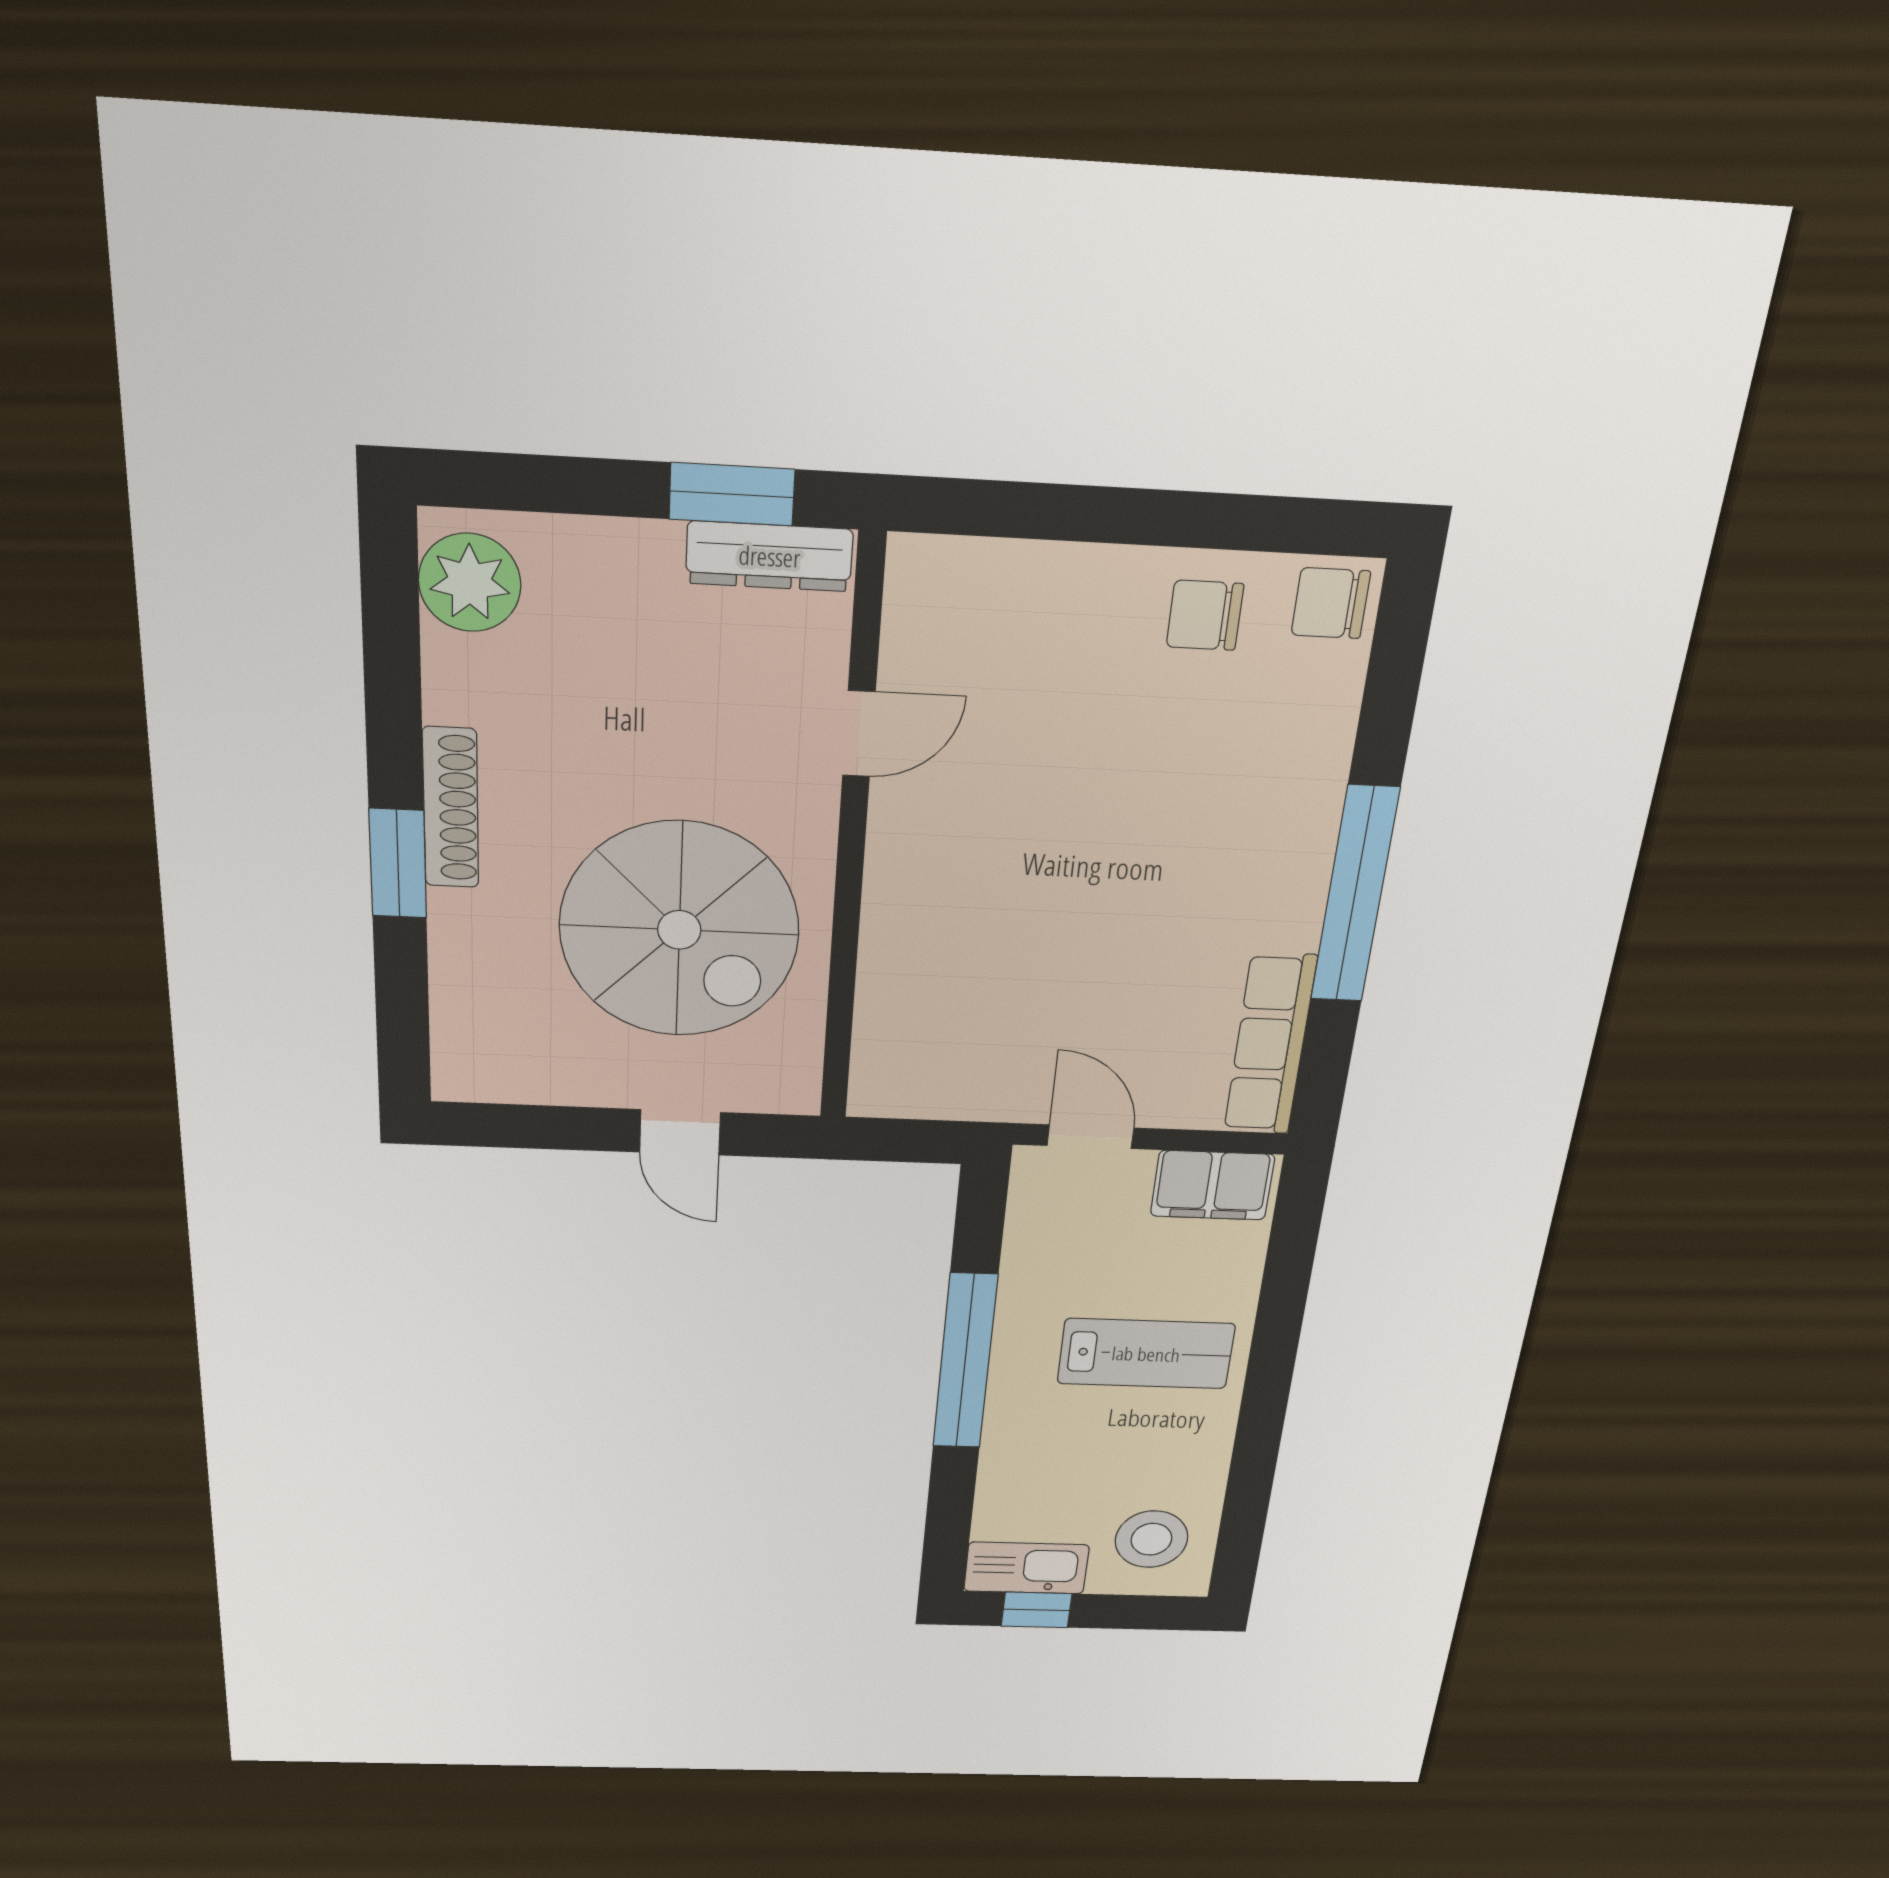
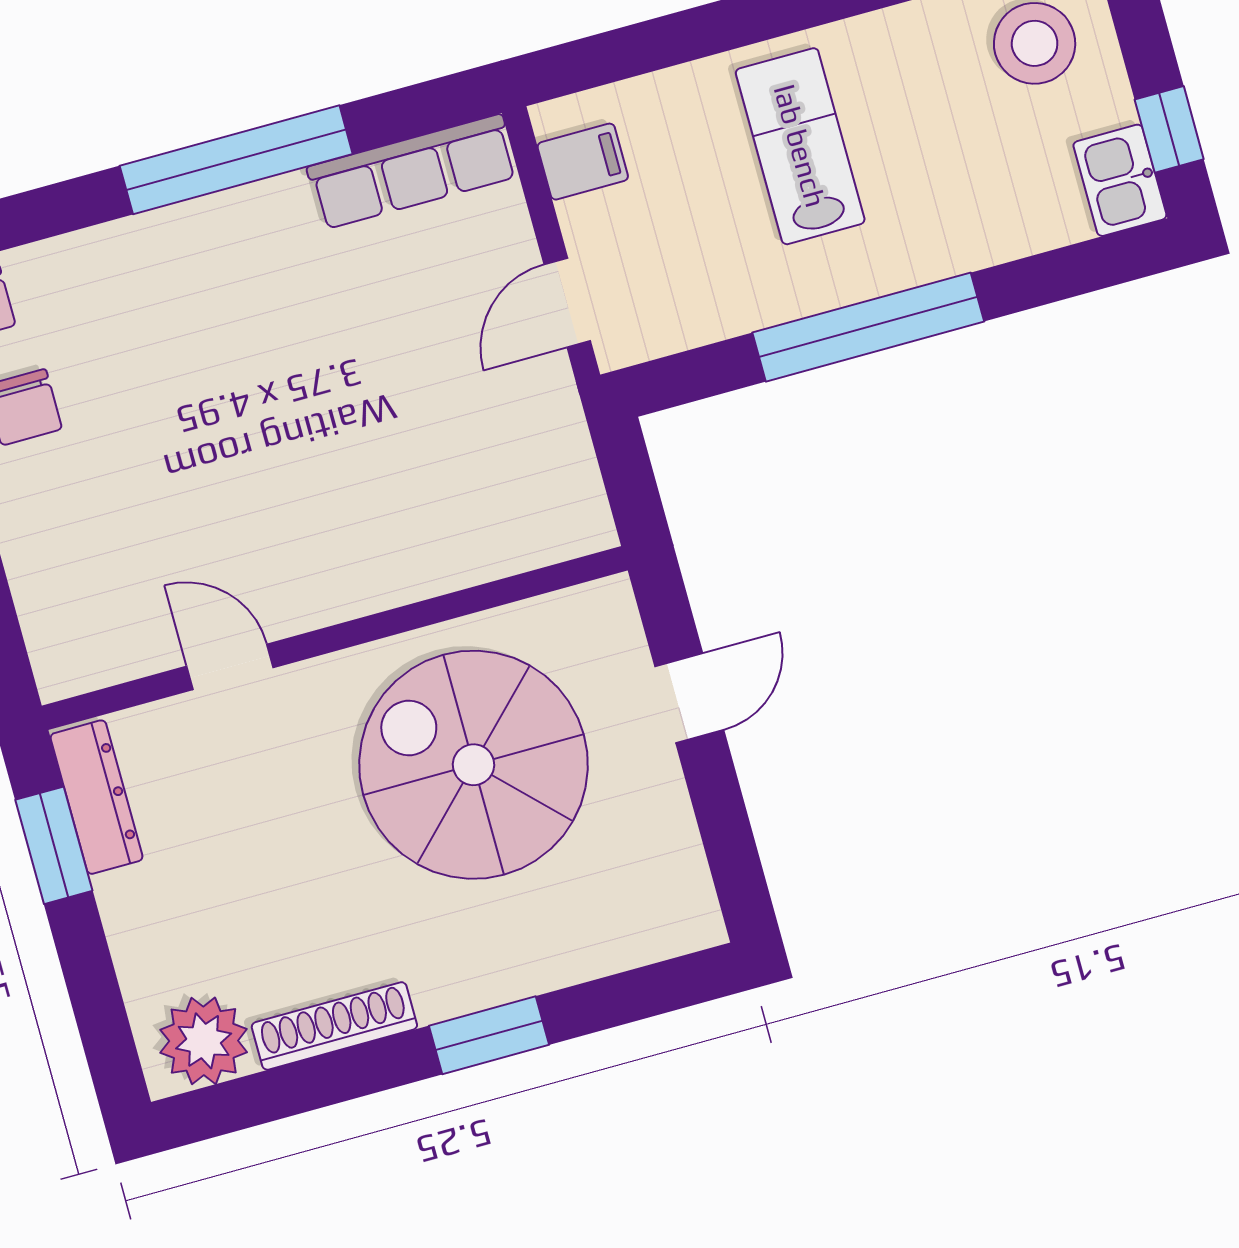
shoe rack: (451, 808) -> (334, 1026), moved
spiral stairs: (679, 930) -> (473, 765), turned -90
filing cabinet: (1212, 1185) -> (583, 162), width x0.50
kitchen sink: (1026, 1568) -> (1120, 180), width x0.73

